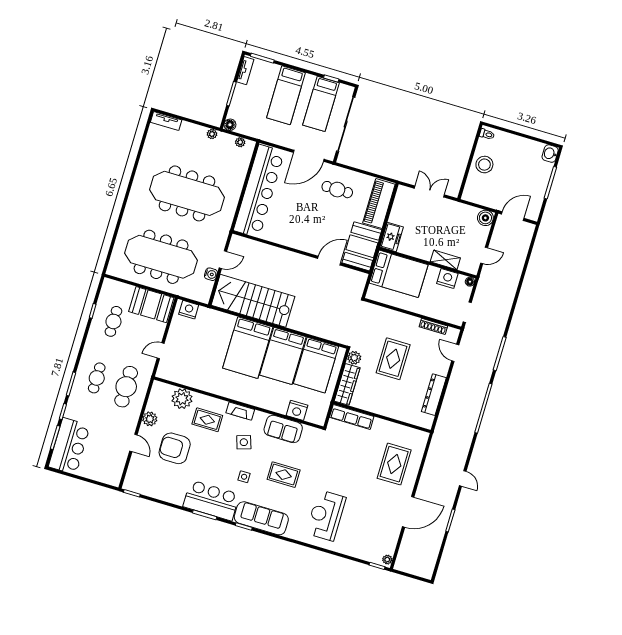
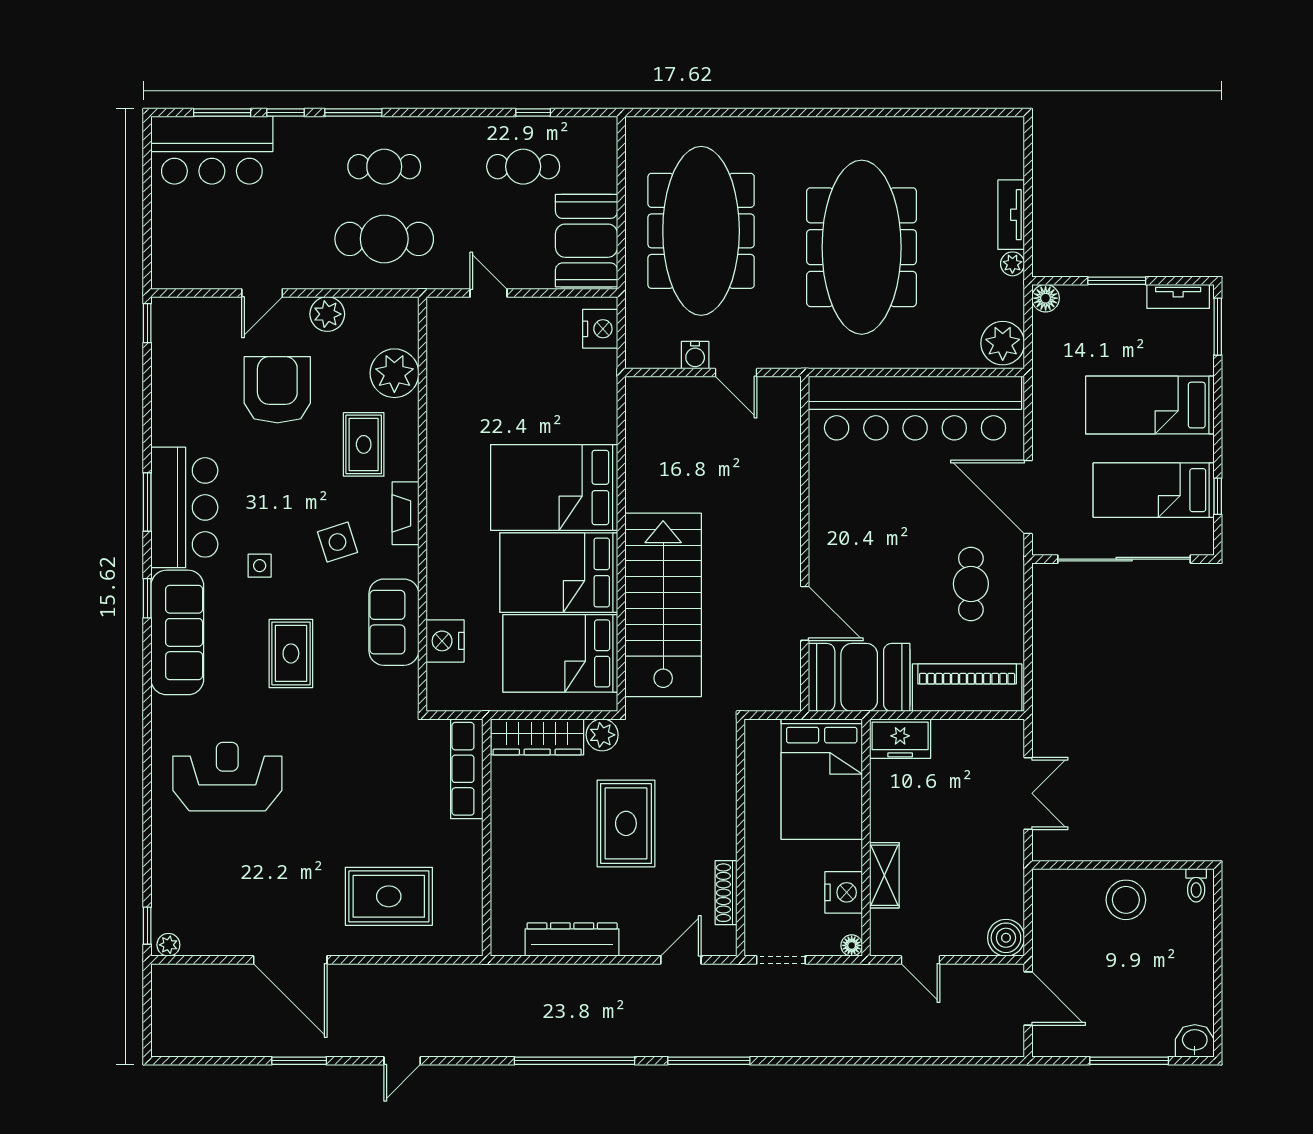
tv unit: (166, 121) -> (1011, 215), moved
plant: (240, 142) -> (1003, 343), width x1.88, depth x1.88
stairs: (253, 301) -> (663, 605), moved
rug: (393, 359) -> (626, 823), turned 90

